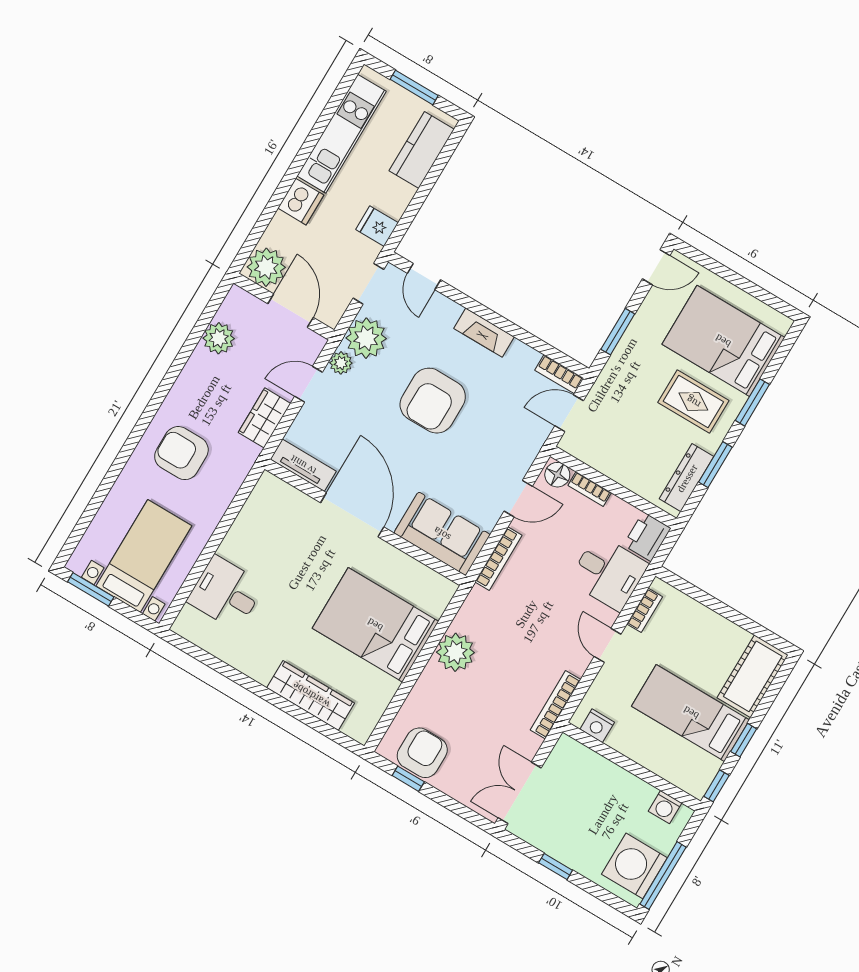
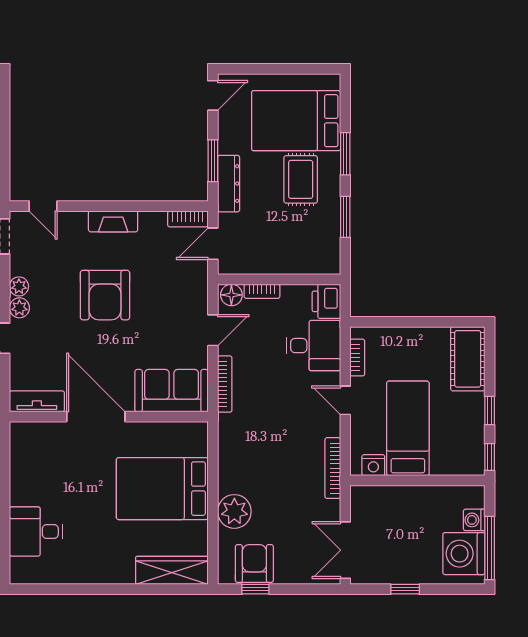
plant: (366, 338) -> (19, 286), width x0.53, depth x0.53
rug: (693, 402) -> (301, 179), turned 90
dresser: (687, 478) -> (229, 184), moved, turned 180
plant: (455, 652) -> (234, 511), moved
wardrobe: (311, 695) -> (172, 570), moved
bed: (691, 713) -> (408, 428), moved, turned 90
washing machine: (665, 807) -> (474, 520), moved, turned 90

